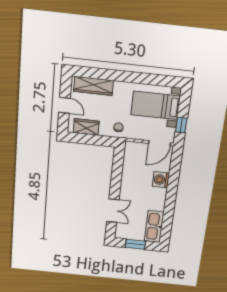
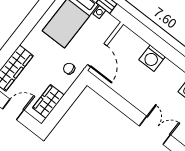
door: (160, 143) -> (97, 55), moved

